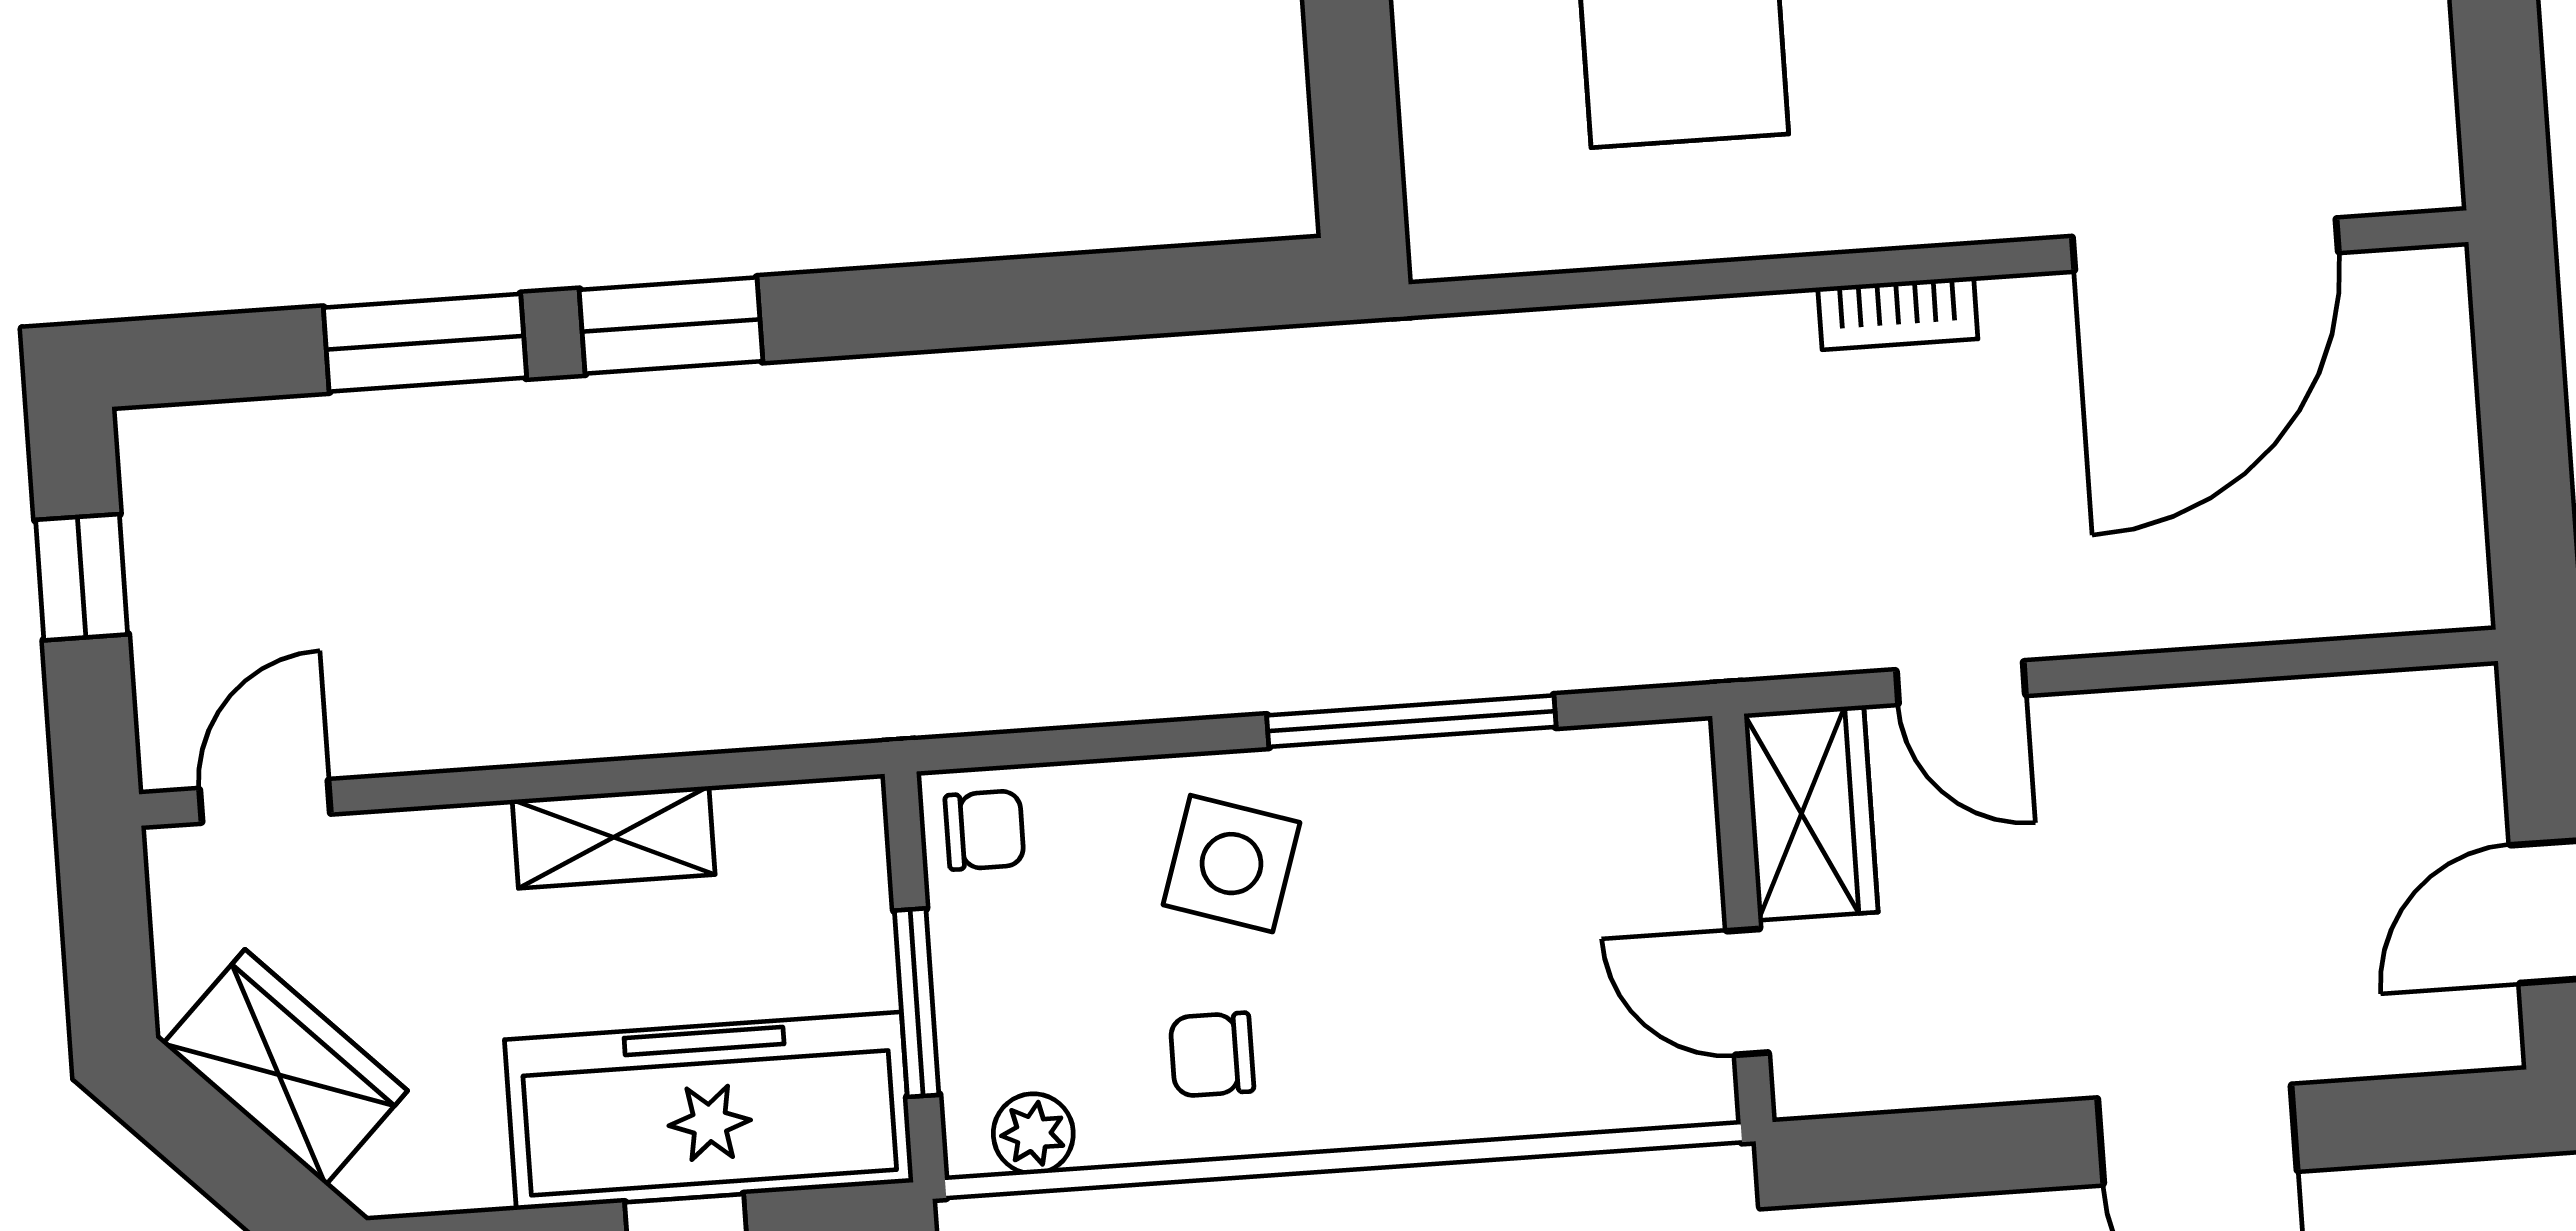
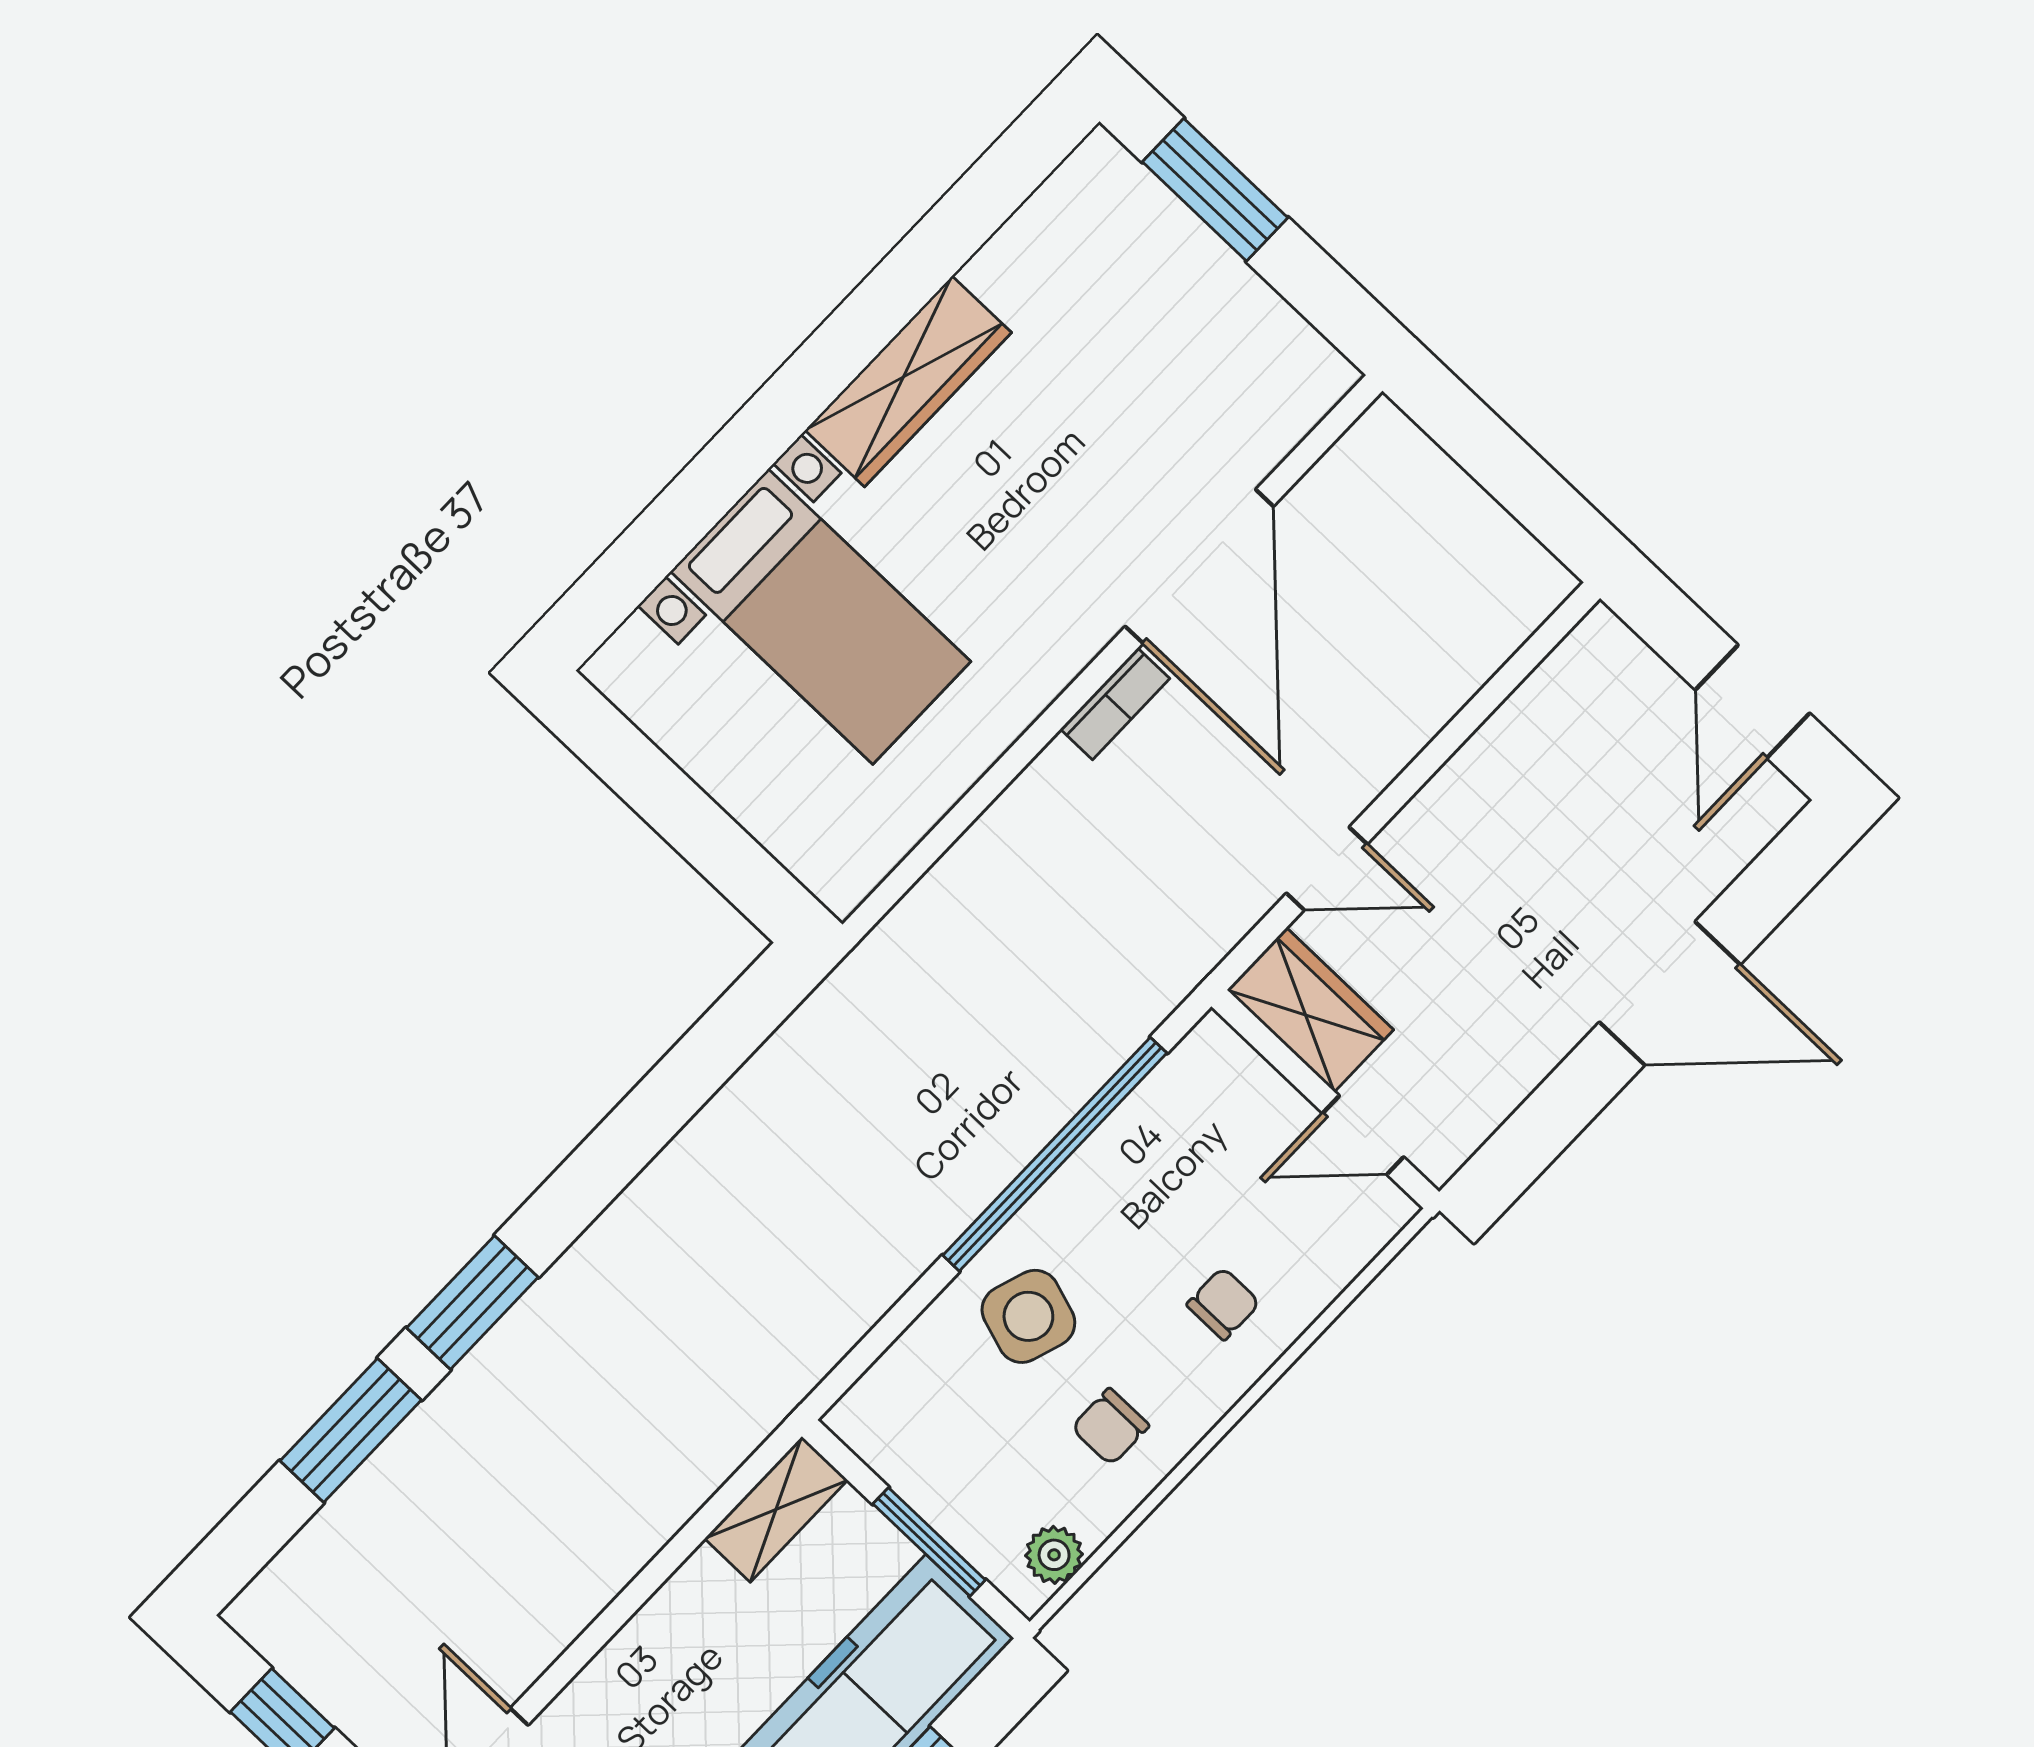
door: (2205, 245) -> (1199, 566), moved
window: (1411, 721) -> (1055, 1154), width x1.46
chair: (985, 830) -> (1223, 1304), moved
shelving: (614, 837) -> (776, 1509), moved

